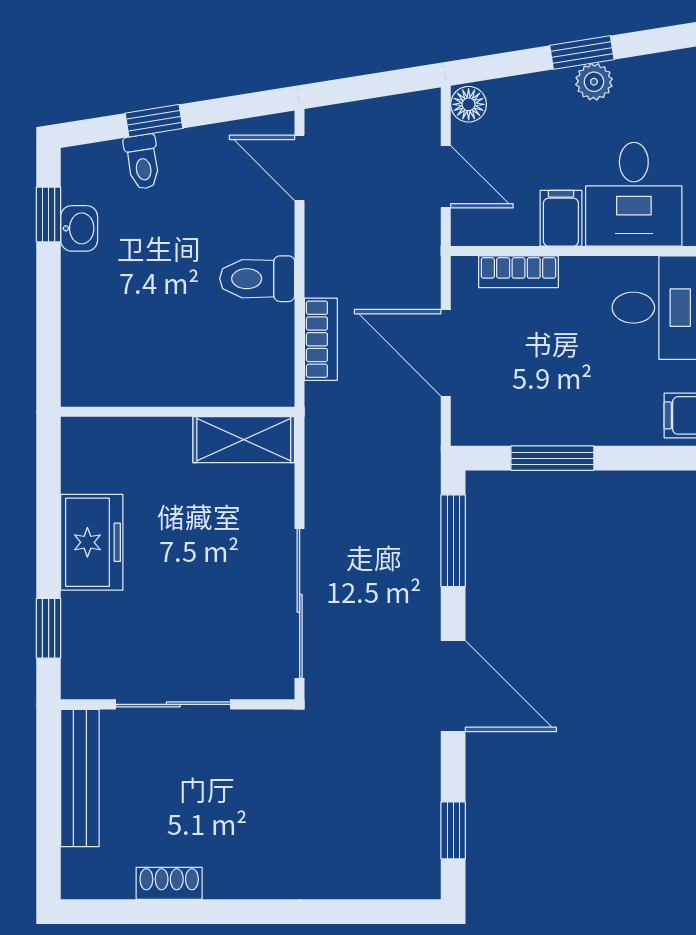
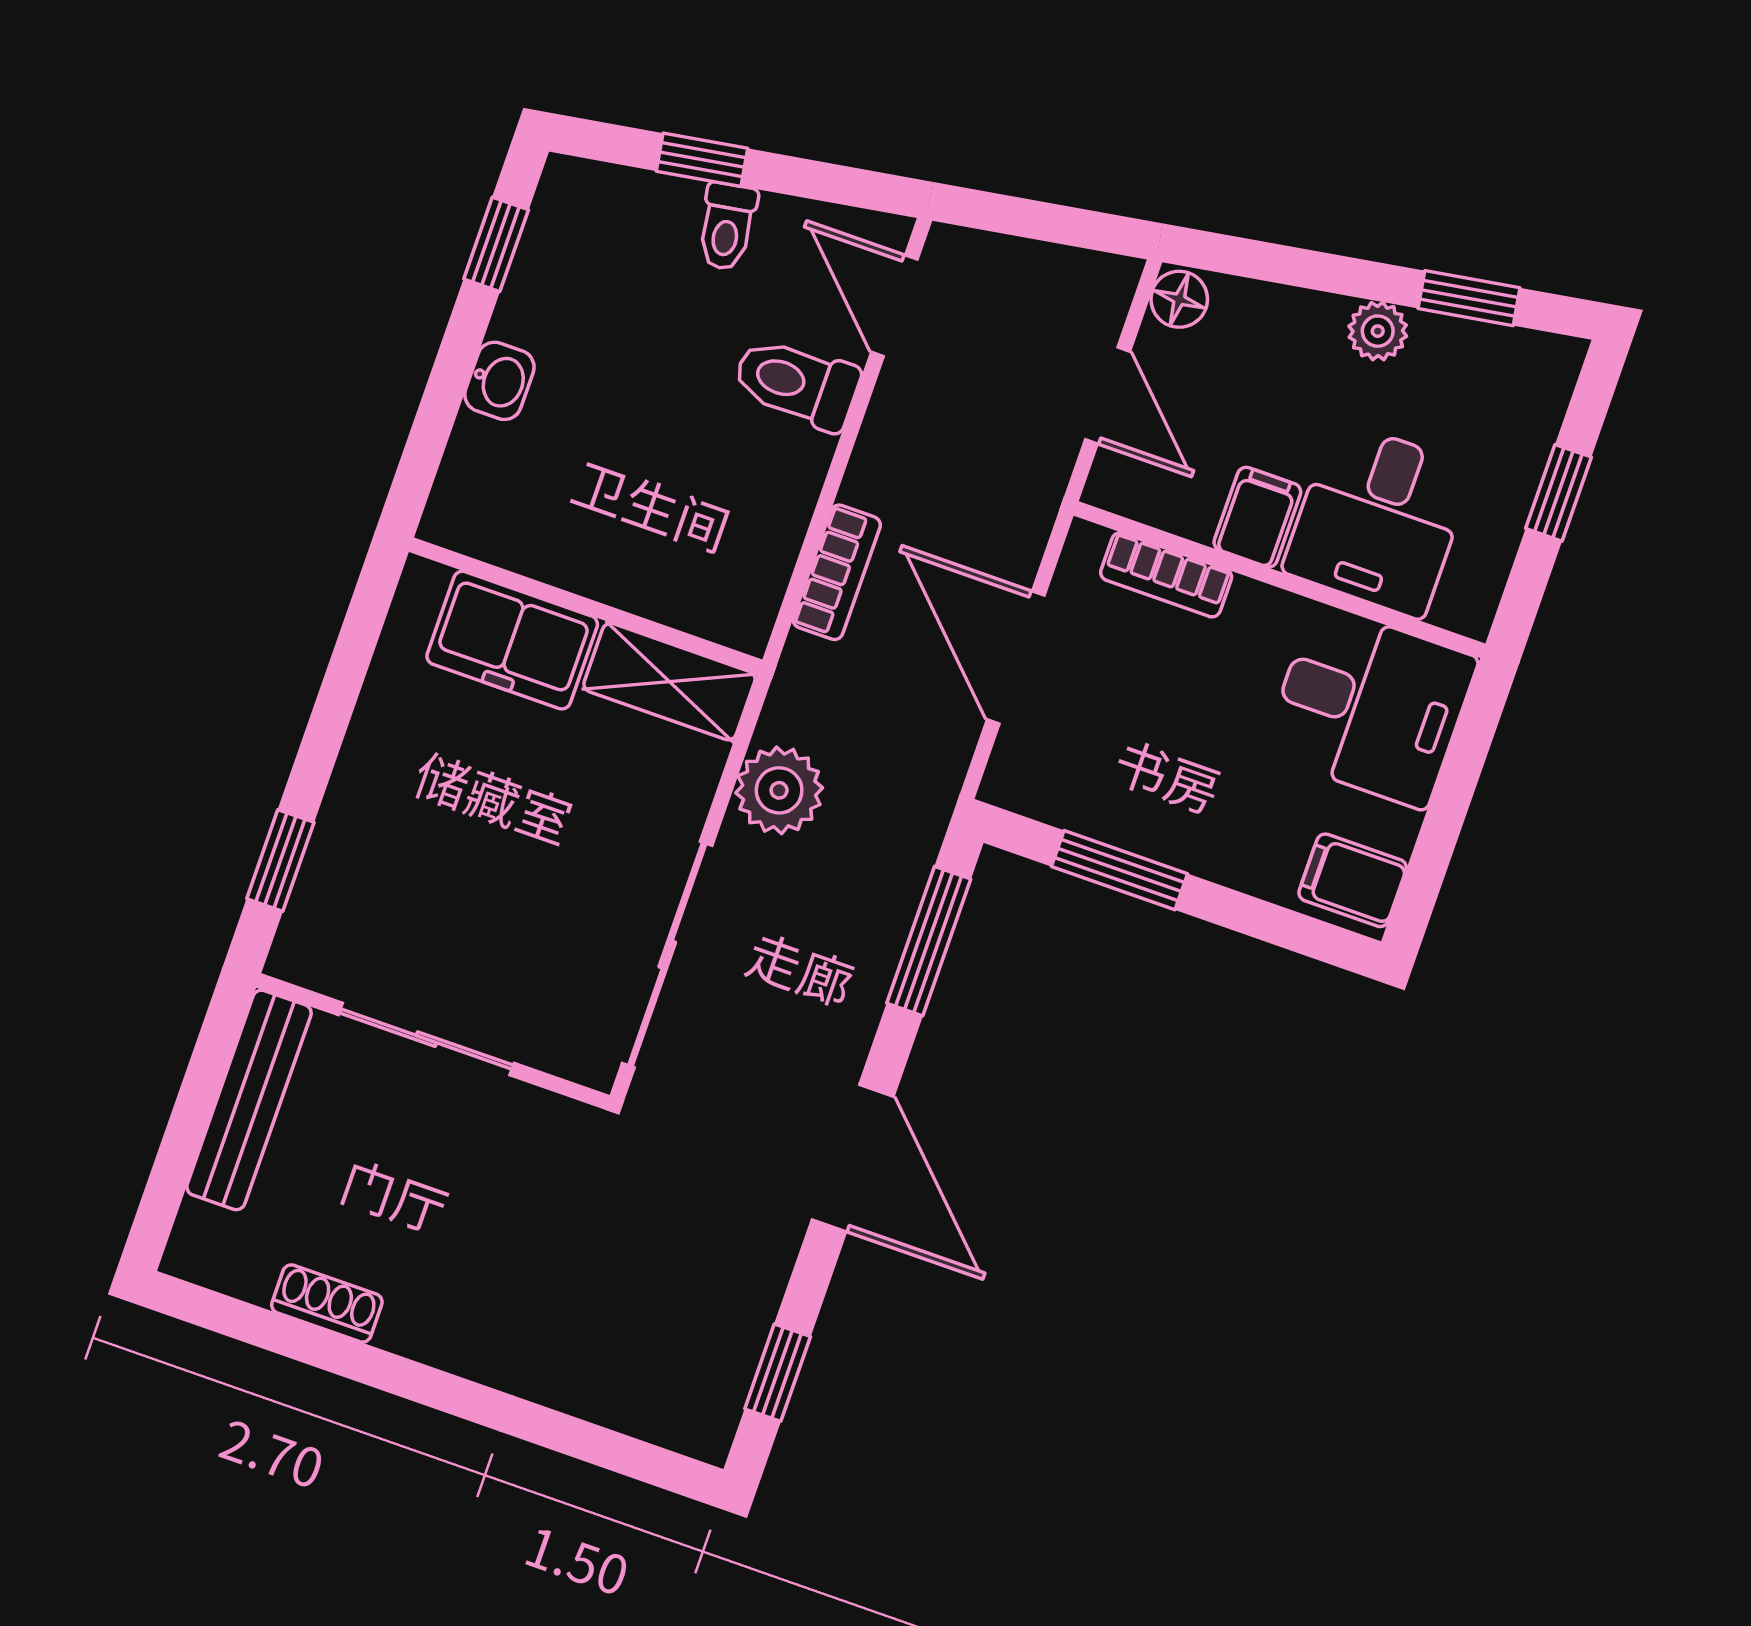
window: (582, 52) -> (1469, 298), moved
toilet: (142, 162) -> (727, 226), moved
washbasin: (79, 228) -> (499, 381), moved
toilet: (257, 279) -> (796, 383), moved
plant: (332, 482) -> (779, 790), added
freezer: (92, 542) -> (512, 640), moved, turned 90

